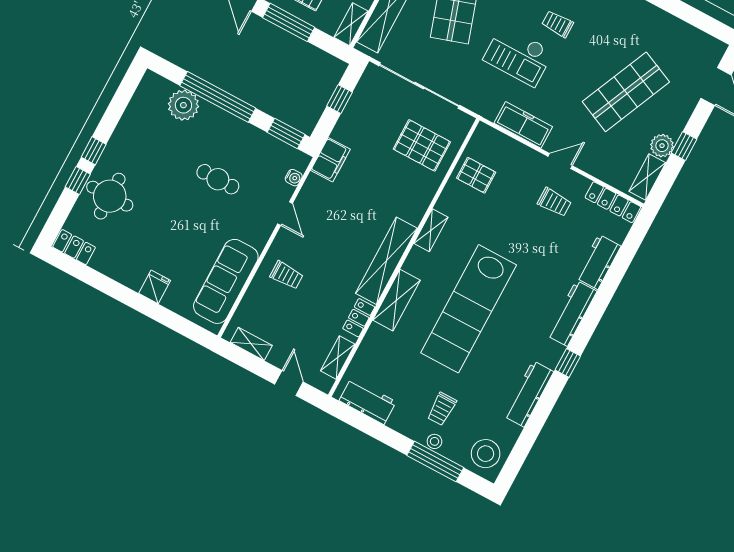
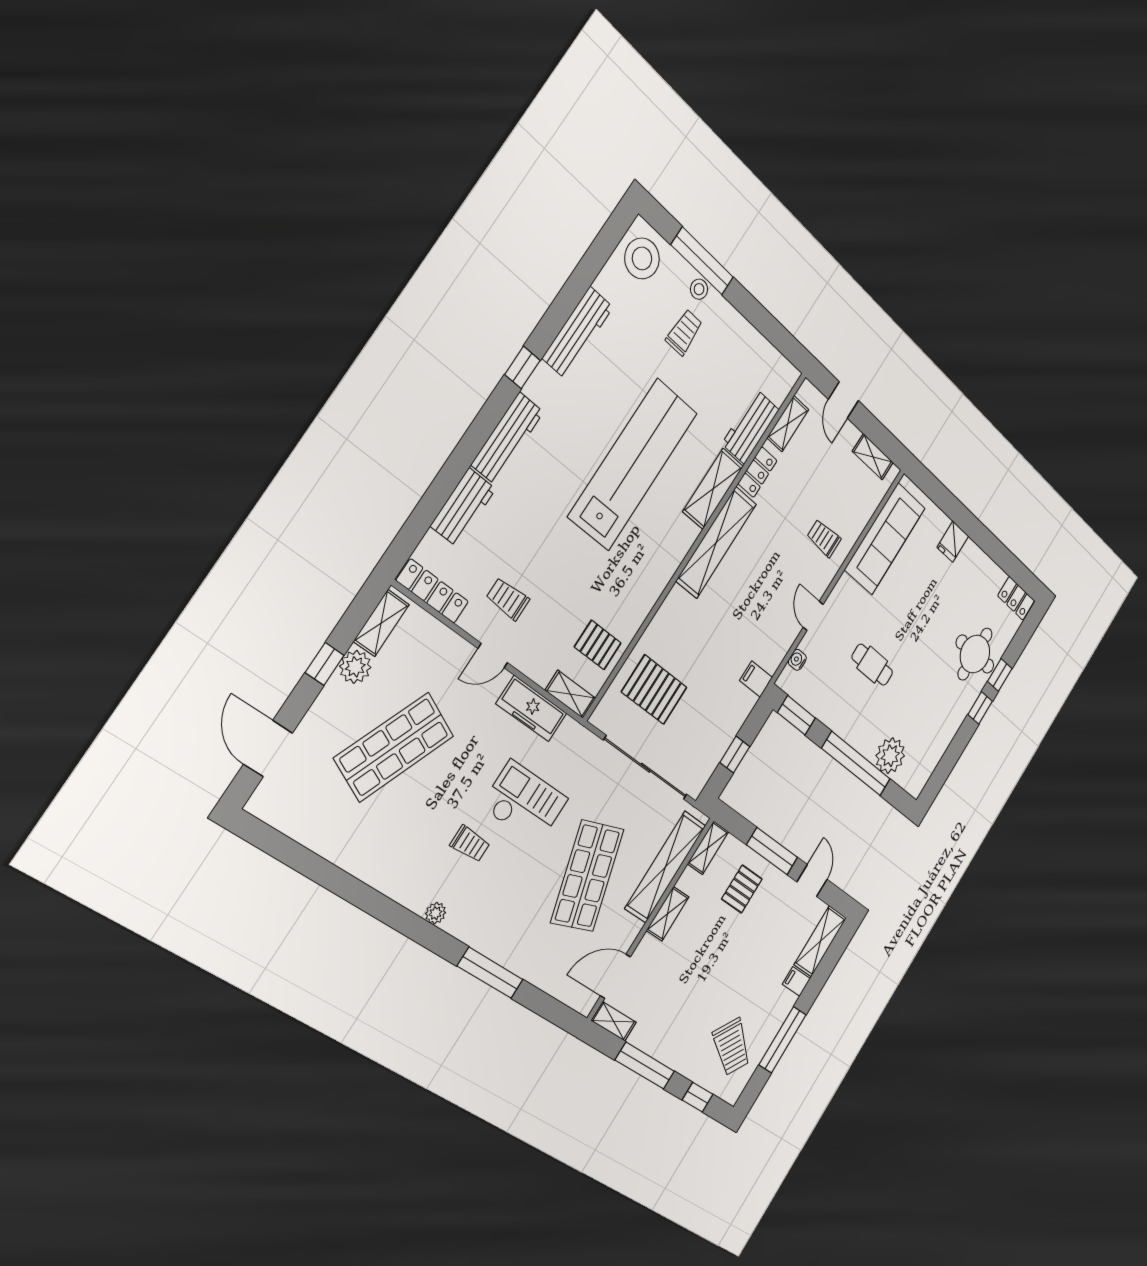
filing cabinet: (330, 160) -> (756, 679), width x0.50
shelving: (431, 230) -> (571, 694), moved, turned 90
workbench: (368, 401) -> (751, 427), moved, turned 90

